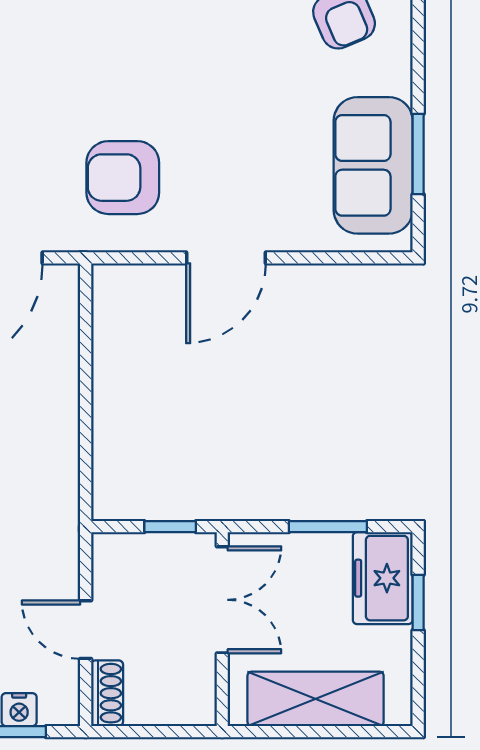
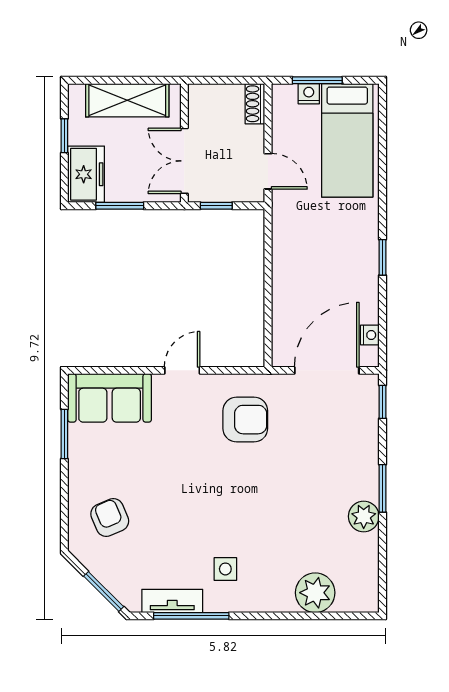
sofa: (373, 165) -> (110, 398), moved, turned 90
door: (226, 258) -> (182, 370), width x0.73
window: (418, 602) -> (64, 136), moved
door: (86, 630) -> (268, 171), moved

